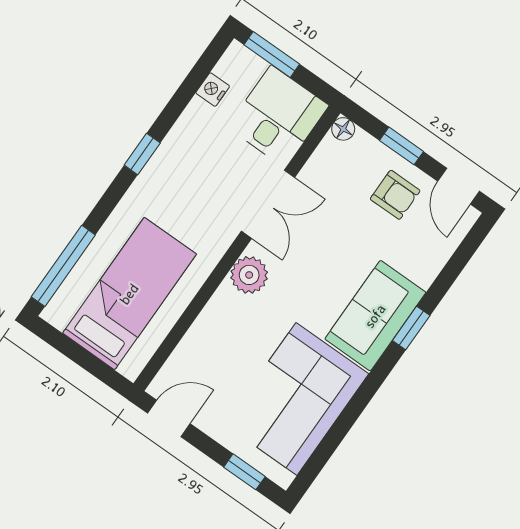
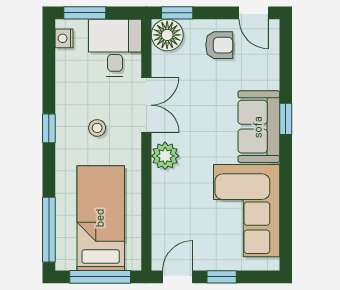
nightstand: (213, 90) -> (64, 38), moved
floor lamp: (343, 129) -> (167, 35), width x1.89, depth x1.89
window: (401, 146) -> (177, 13), moved
stool: (196, 191) -> (97, 128), added
window: (83, 358) -> (100, 277), added
window: (244, 472) -> (222, 277), moved

